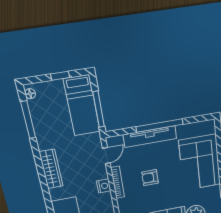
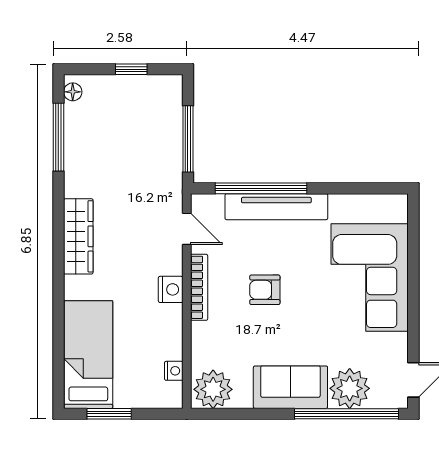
bed: (82, 106) -> (159, 127), removed
window: (160, 126) -> (261, 188), moved
door: (106, 155) -> (187, 229), hinge flipped

